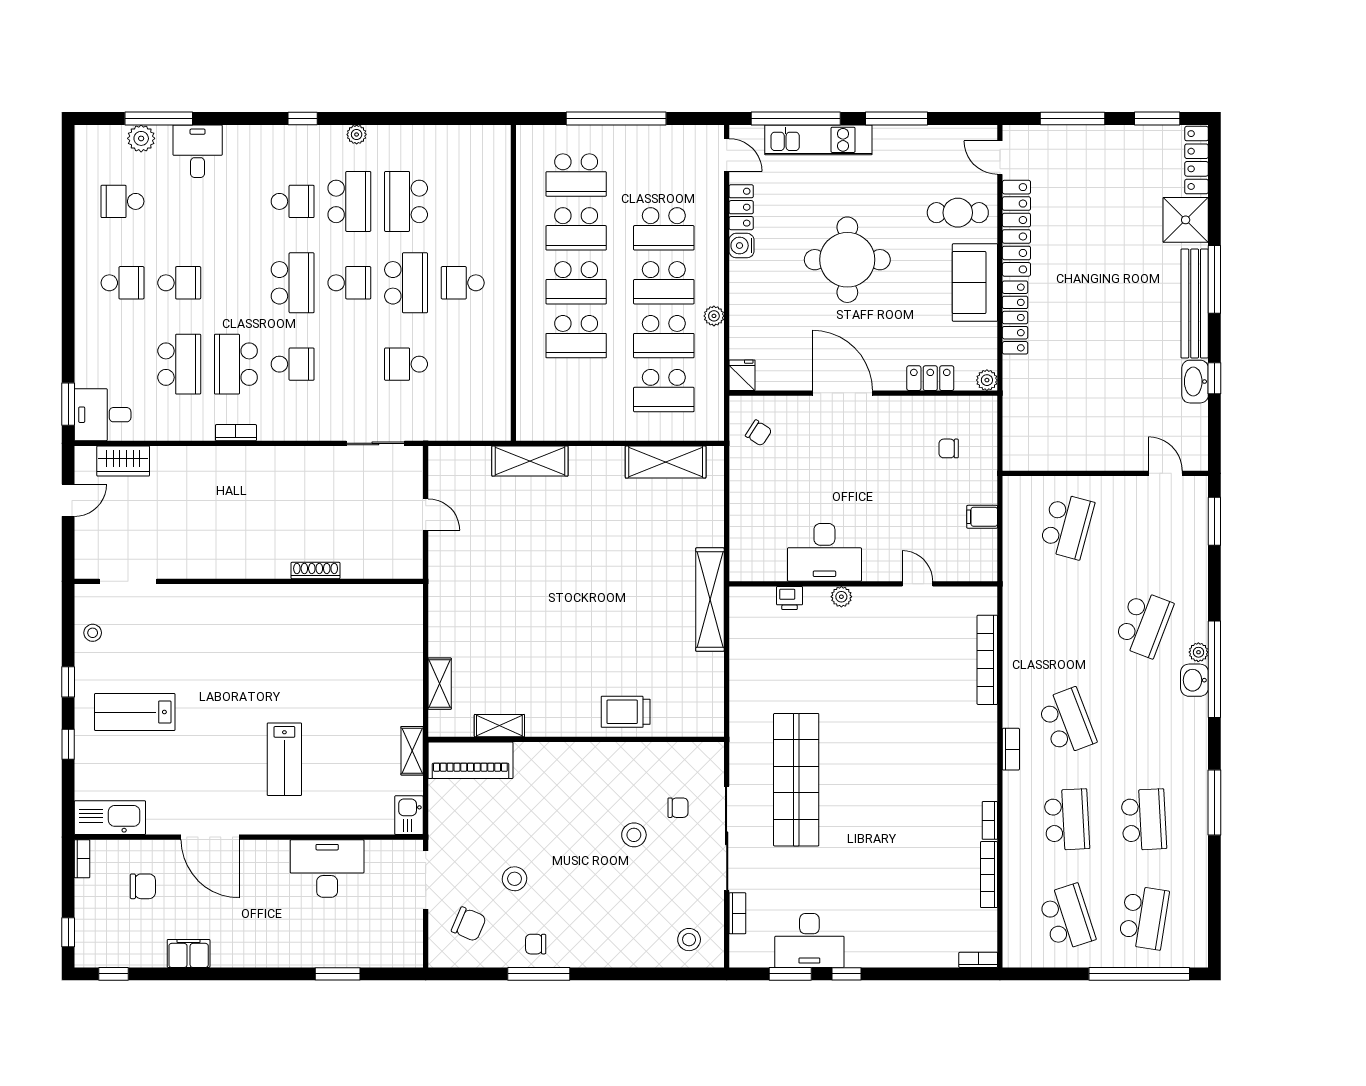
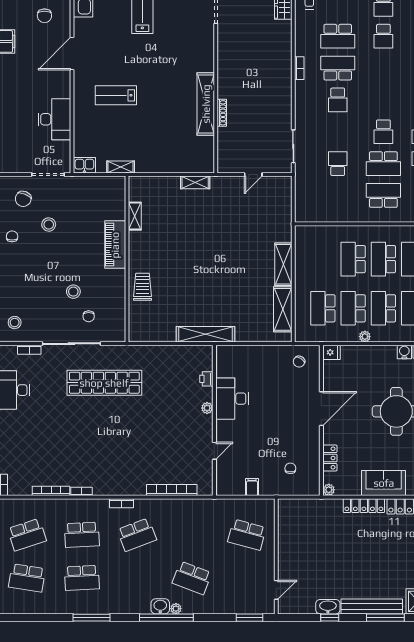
school desk: (293, 283) -> (383, 100), removed
school desk: (463, 283) -> (383, 195), width x1.85
shelving: (530, 461) -> (283, 264), moved
shelving: (300, 599) -> (206, 104), added
shelving: (440, 684) -> (195, 182), moved
piano: (470, 760) -> (115, 245), moved

